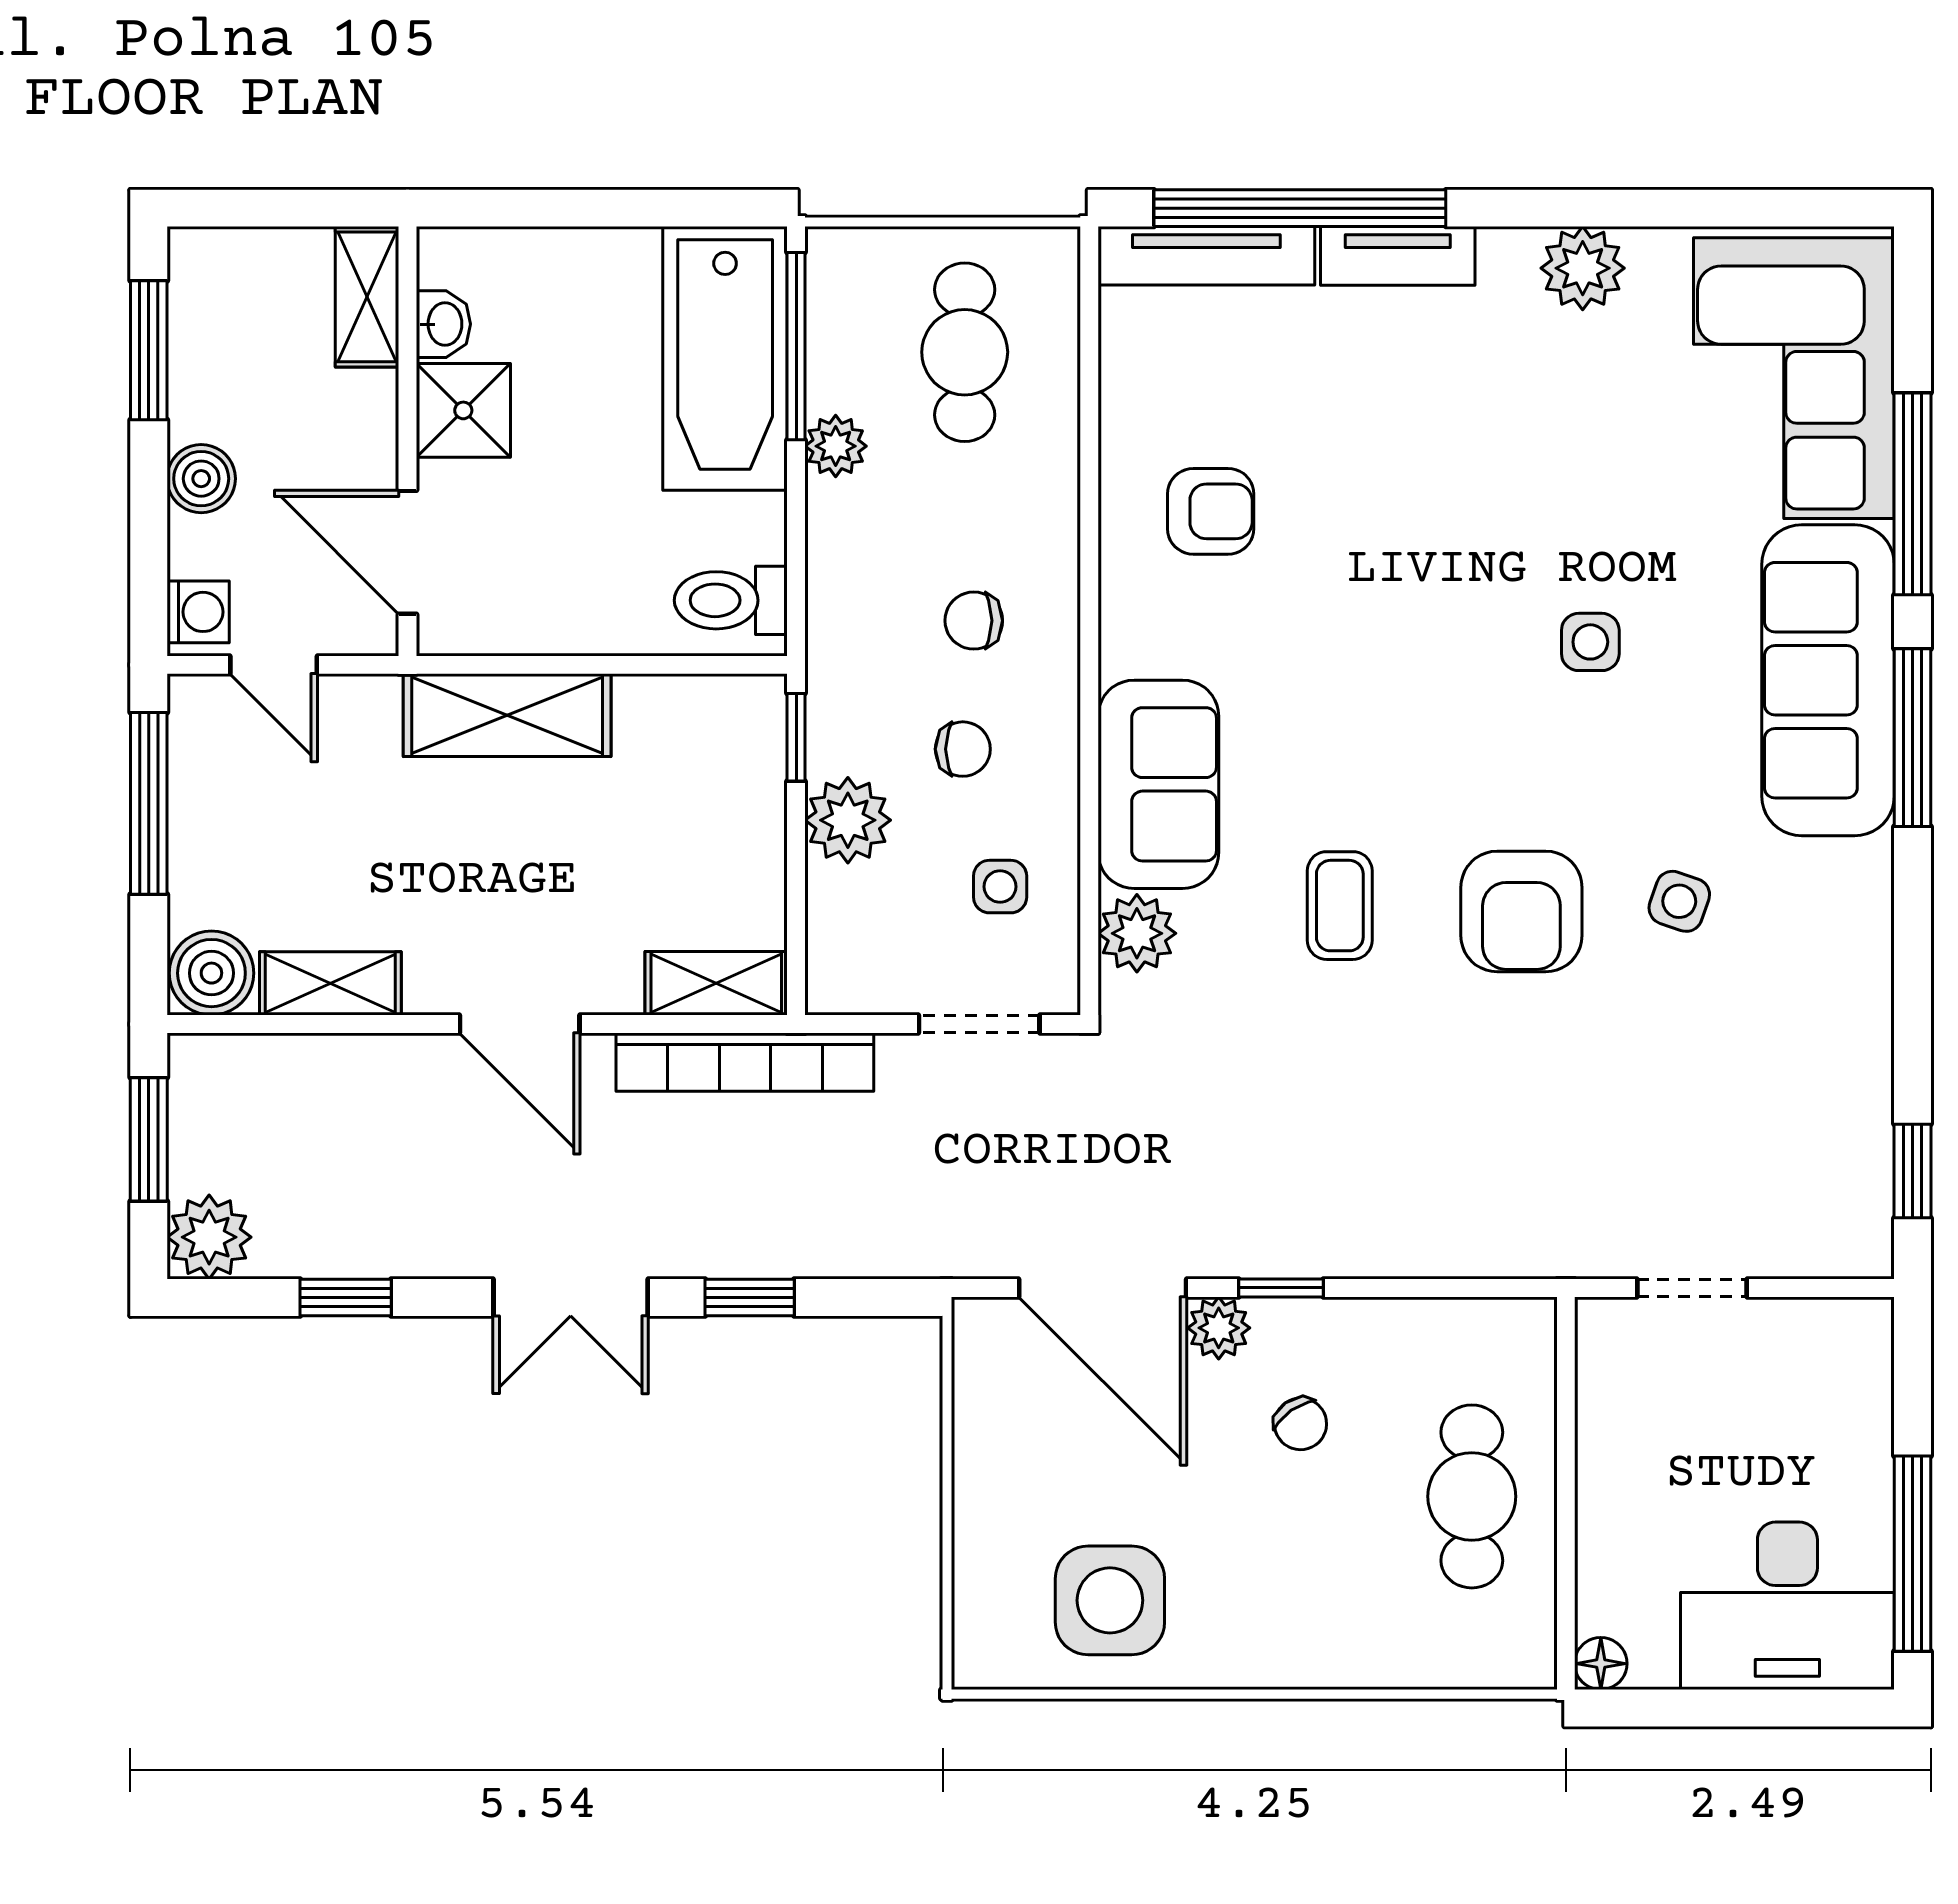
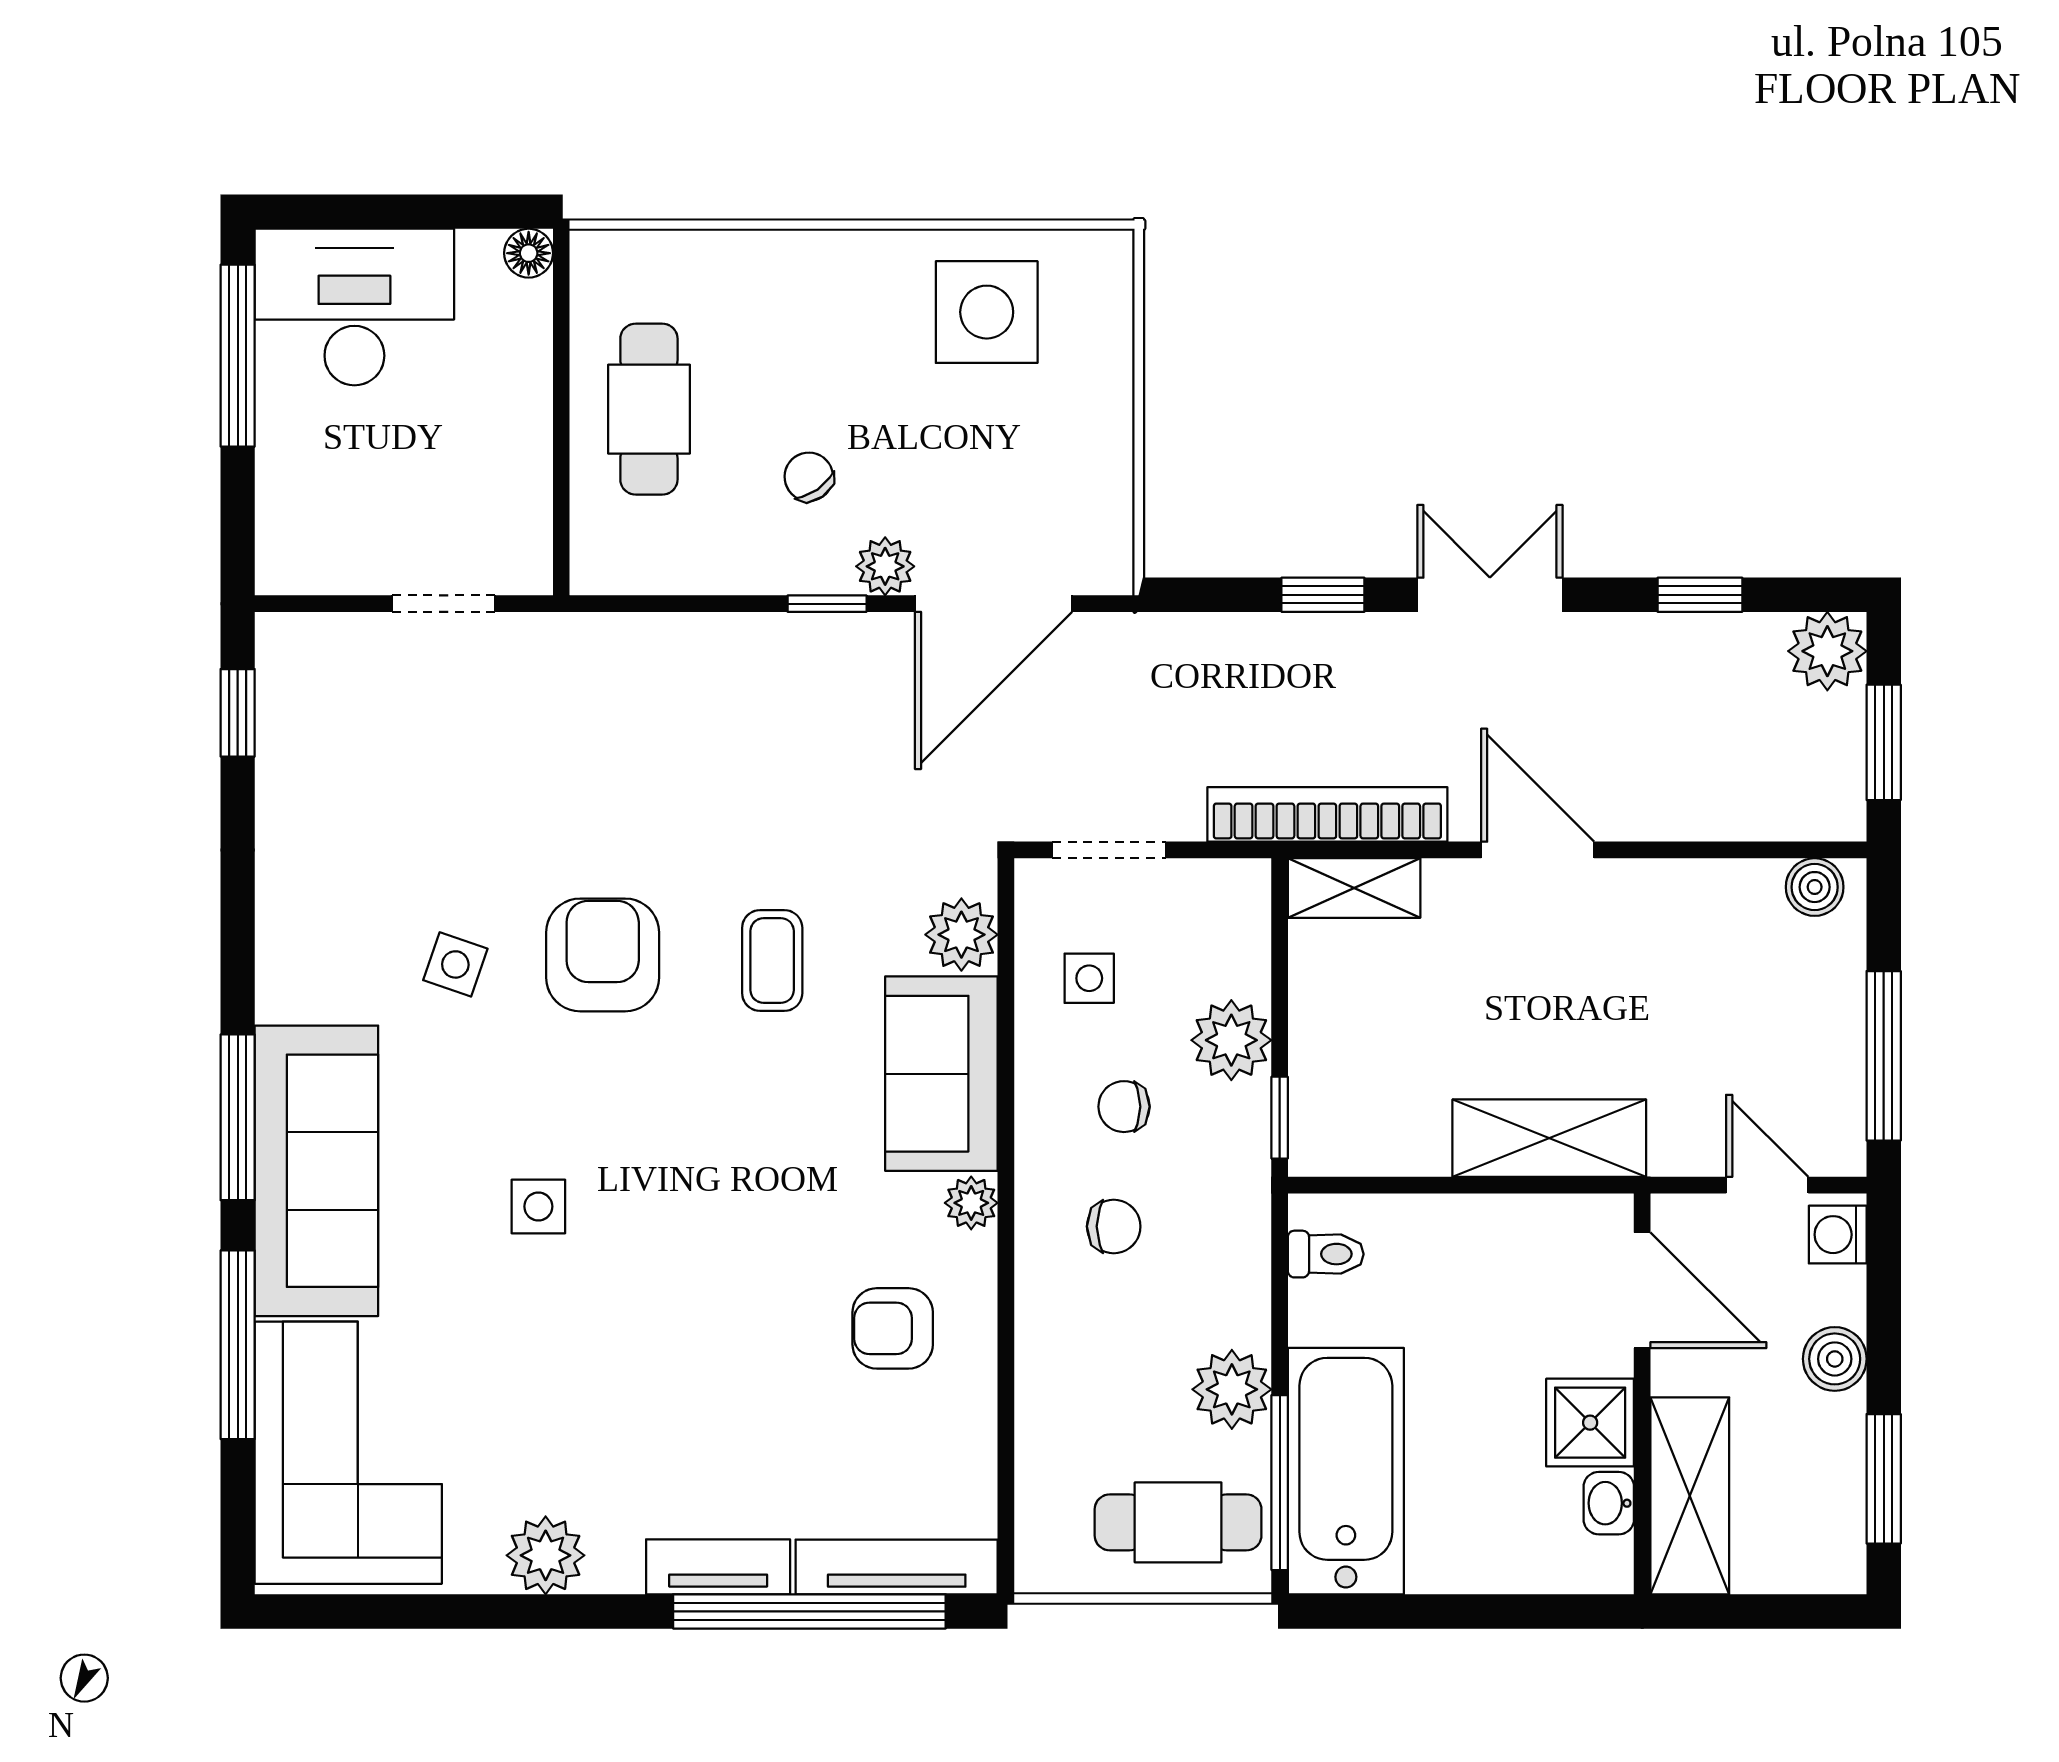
shelving: (367, 297) -> (1690, 1496), width x1.50, depth x1.33
cafe table: (965, 352) -> (1178, 1522), moved, turned 90
plant: (836, 446) -> (1232, 1389), width x1.38, depth x1.38
toilet: (731, 600) -> (1326, 1254), width x0.73, depth x0.72
plant: (1126, 646) -> (971, 1203), added
boiler: (211, 973) -> (1815, 887), width x0.73, depth x0.73
shelving: (330, 983) -> (1714, 888), removed
door: (1103, 1288) -> (994, 604), swing flipped

